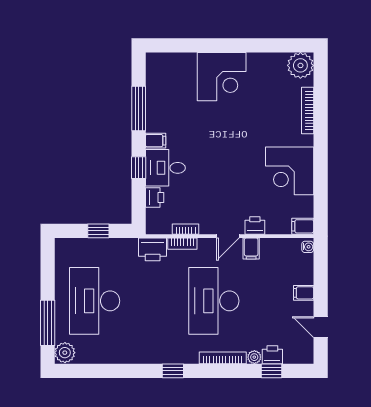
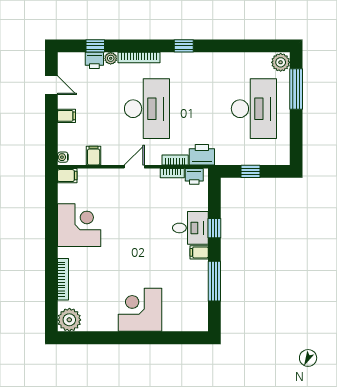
printer: (155, 198) -> (194, 176), moved, turned -90
printer: (255, 225) -> (110, 176), removed
filing cabinet: (251, 248) -> (94, 156), moved

